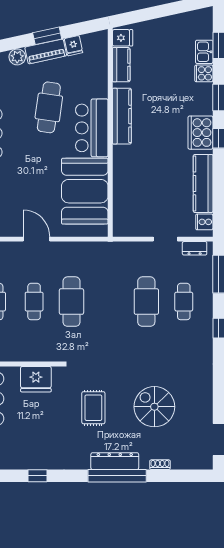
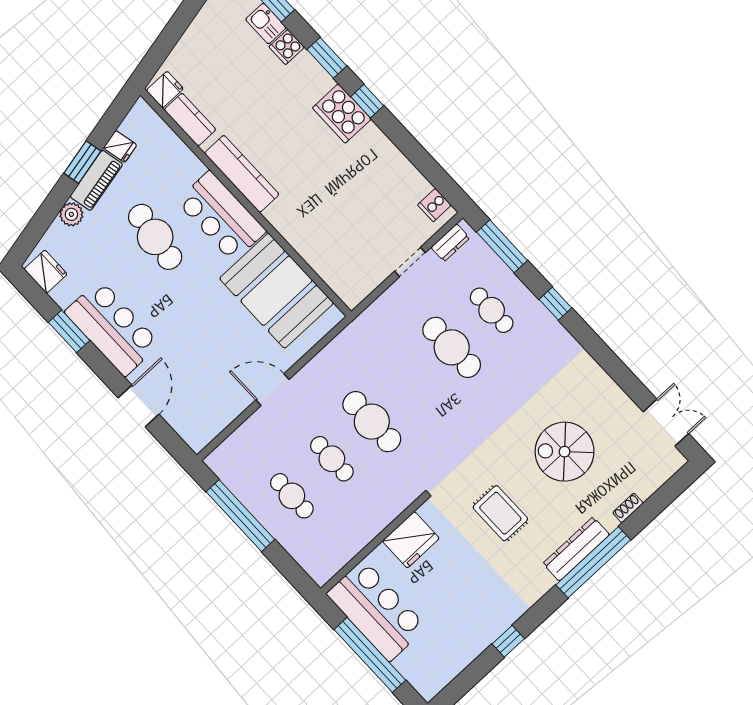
kitchen counter: (203, 183) -> (395, 165), removed

